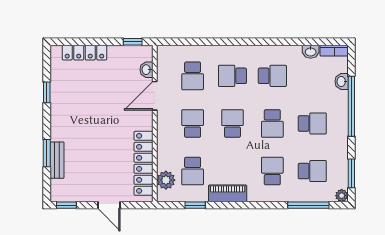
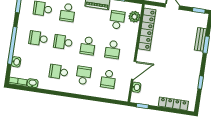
school desk: (193, 76) -> (108, 79), turned 180
school desk: (232, 76) -> (83, 75), turned -90
school desk: (272, 123) -> (63, 42), turned -90

